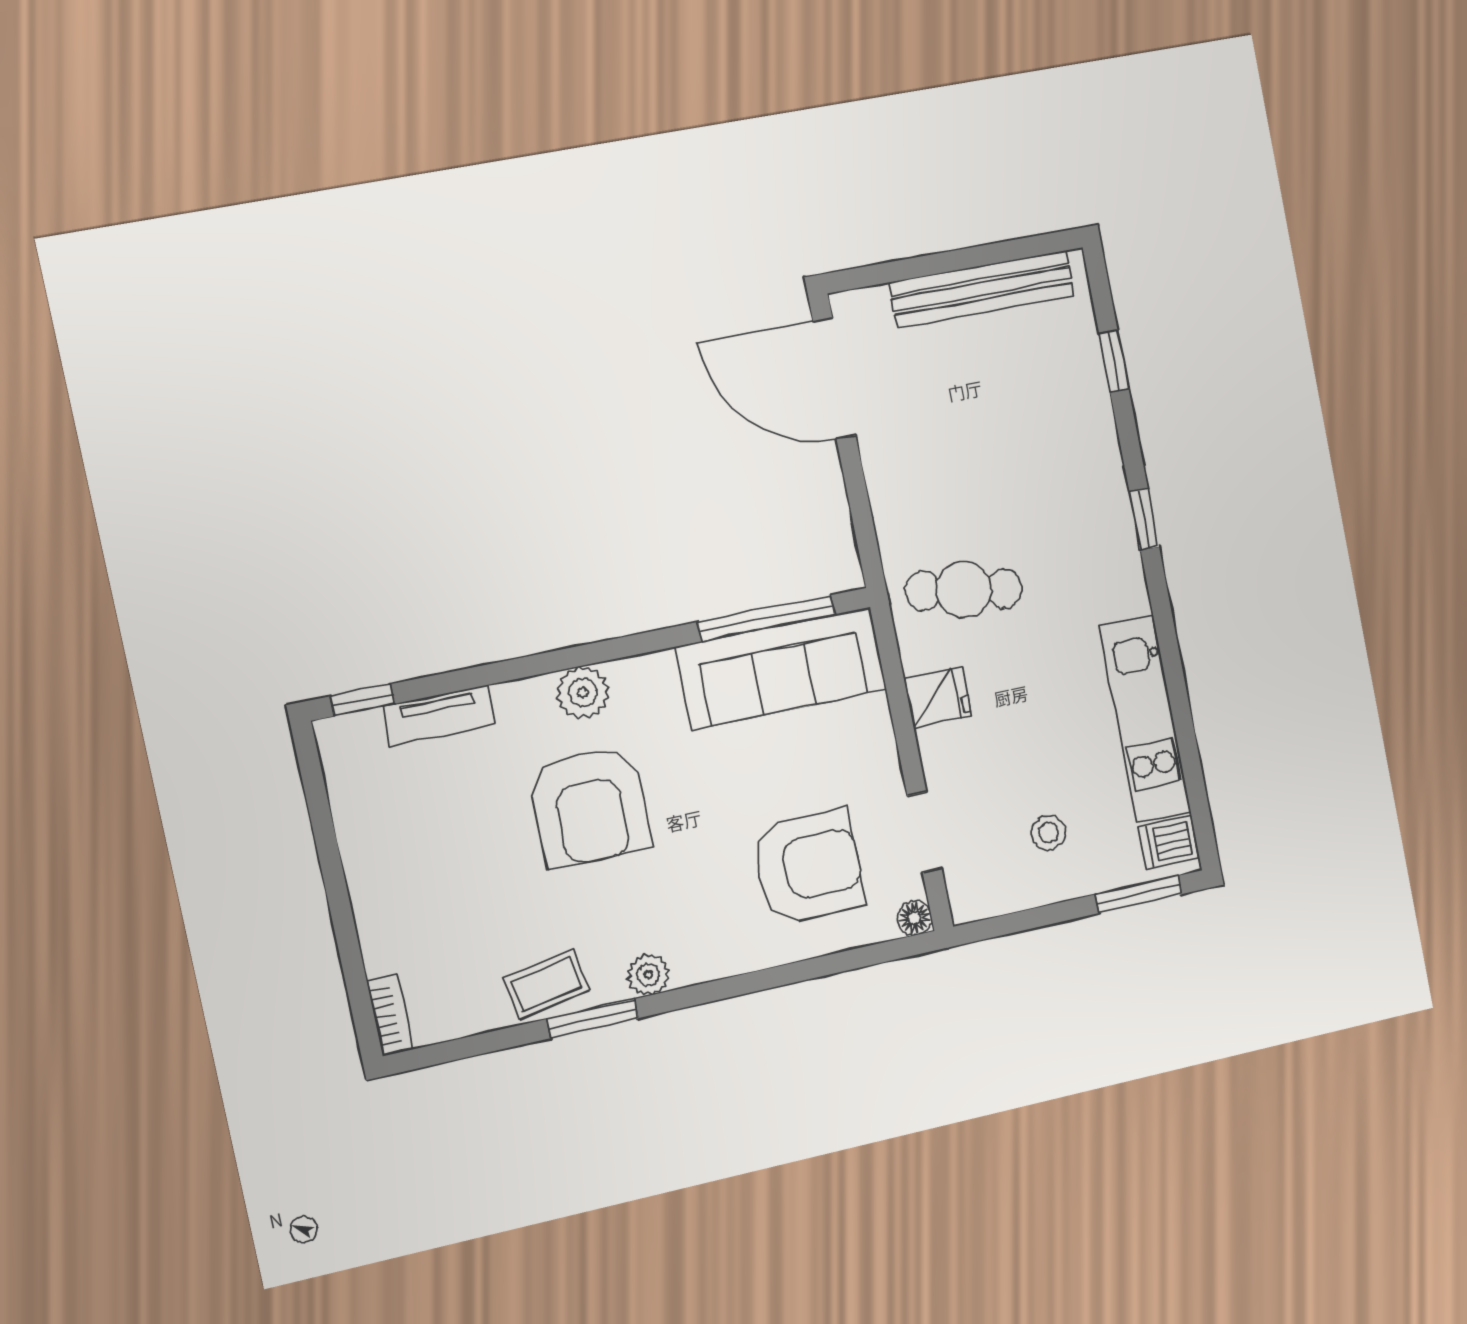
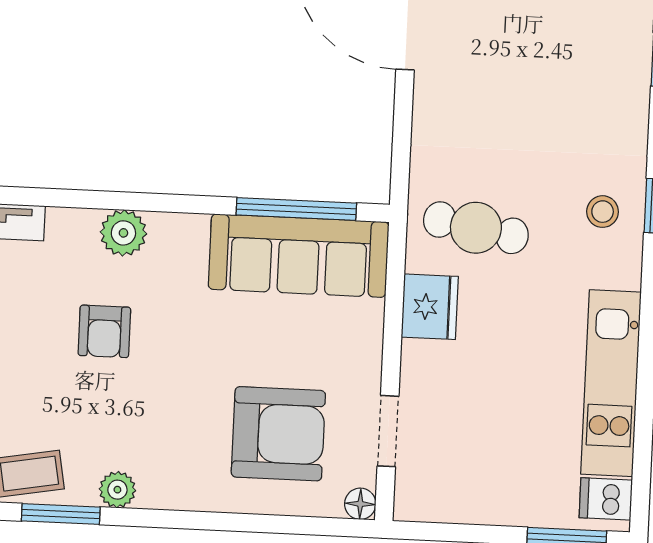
fridge: (938, 697) -> (430, 307), width x1.38
armchair: (589, 806) -> (104, 331), width x0.53, depth x0.53
stool: (1049, 833) -> (603, 212), moved

